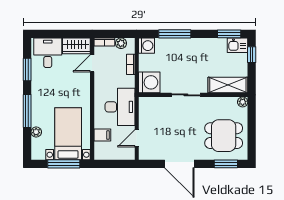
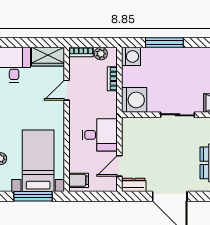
door: (92, 63) -> (67, 90), moved
desk: (120, 107) -> (100, 135), width x0.73
filing cabinet: (102, 135) -> (79, 180), moved
dresser: (149, 154) -> (134, 185), added

